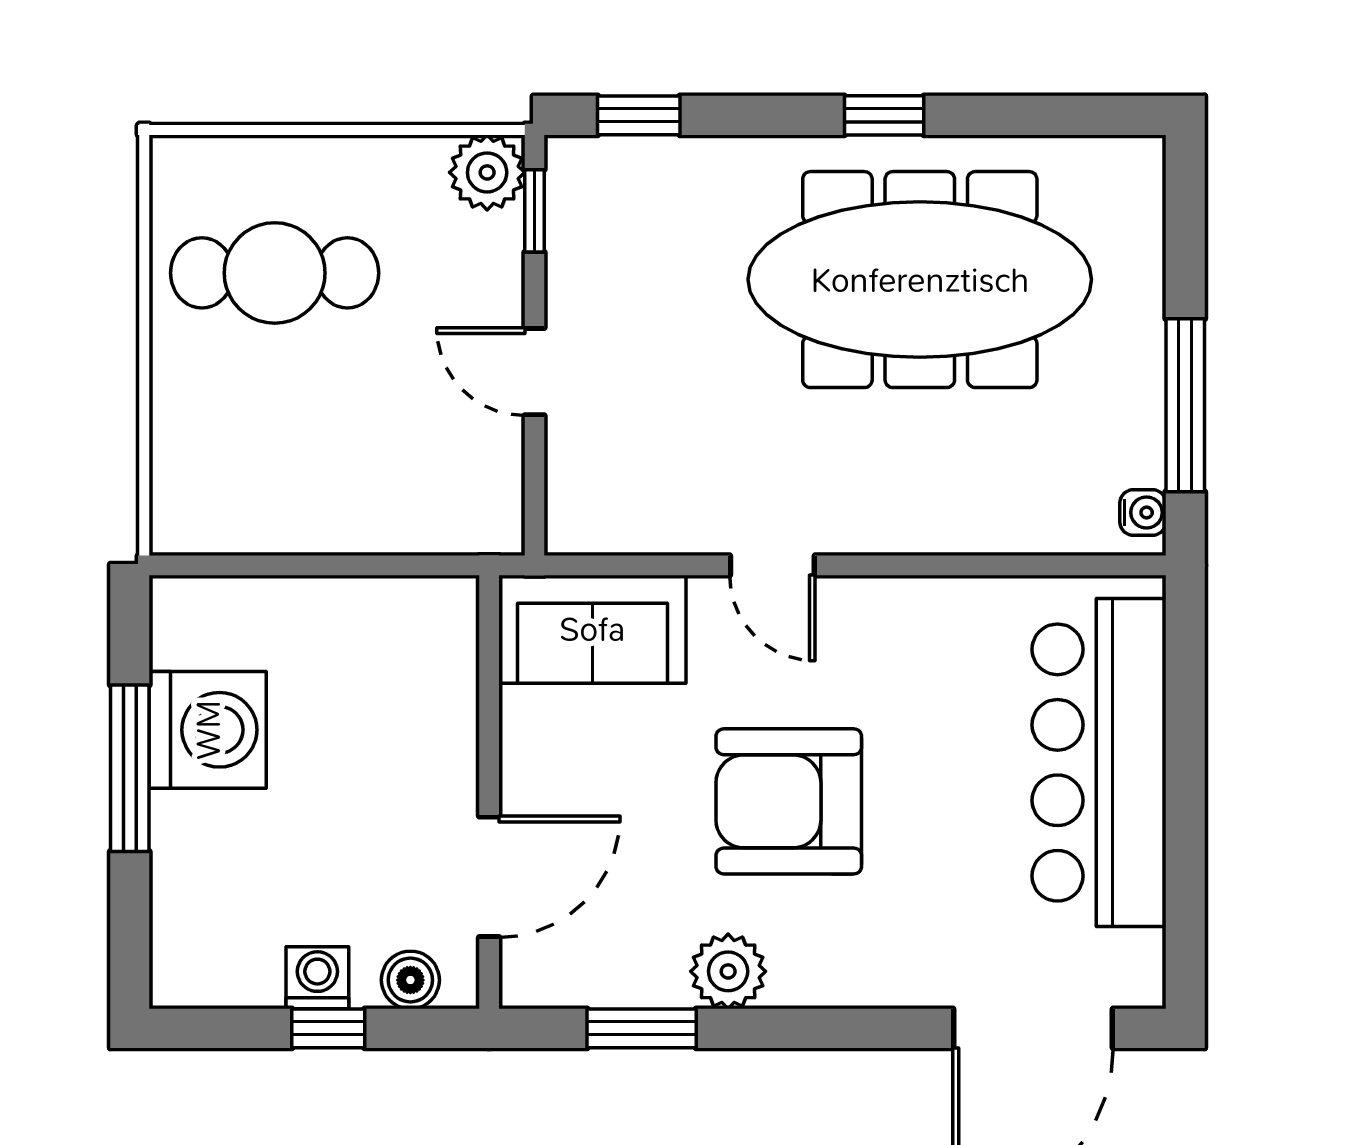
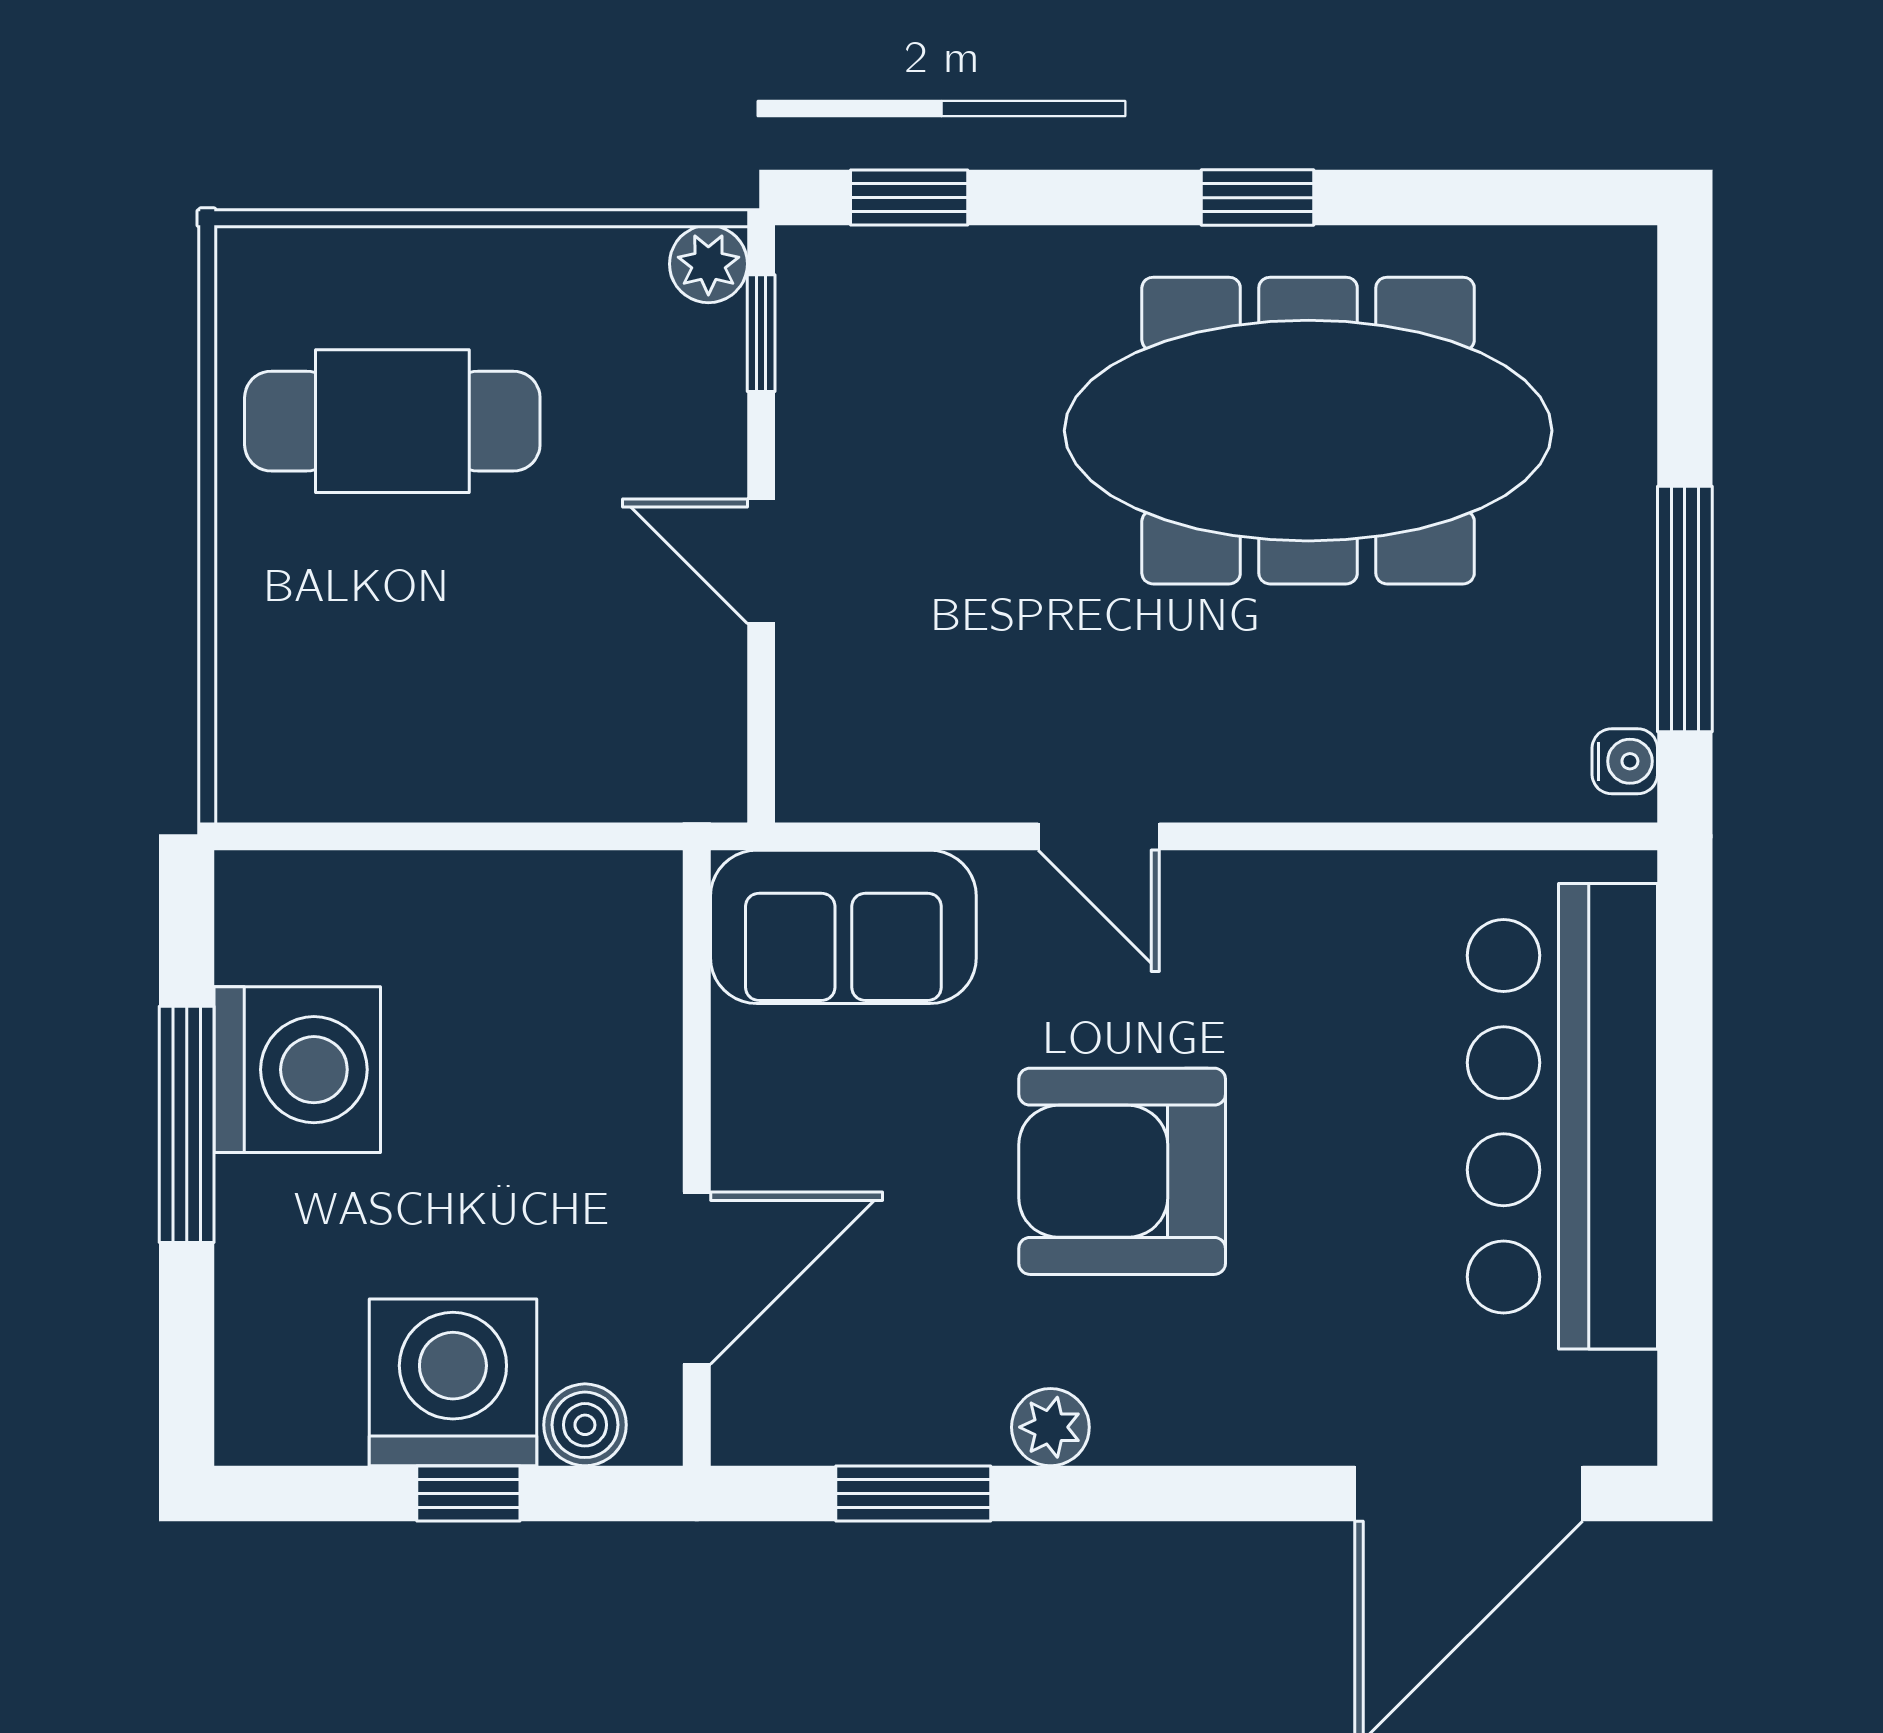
plant: (487, 172) -> (708, 264), width x0.73, depth x0.73
plant: (728, 971) -> (1050, 1427), width x0.73, depth x0.73
washing machine: (317, 978) -> (453, 1382), width x1.89, depth x1.89

